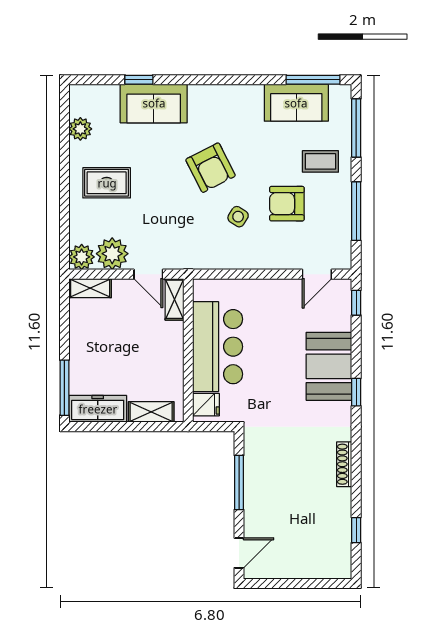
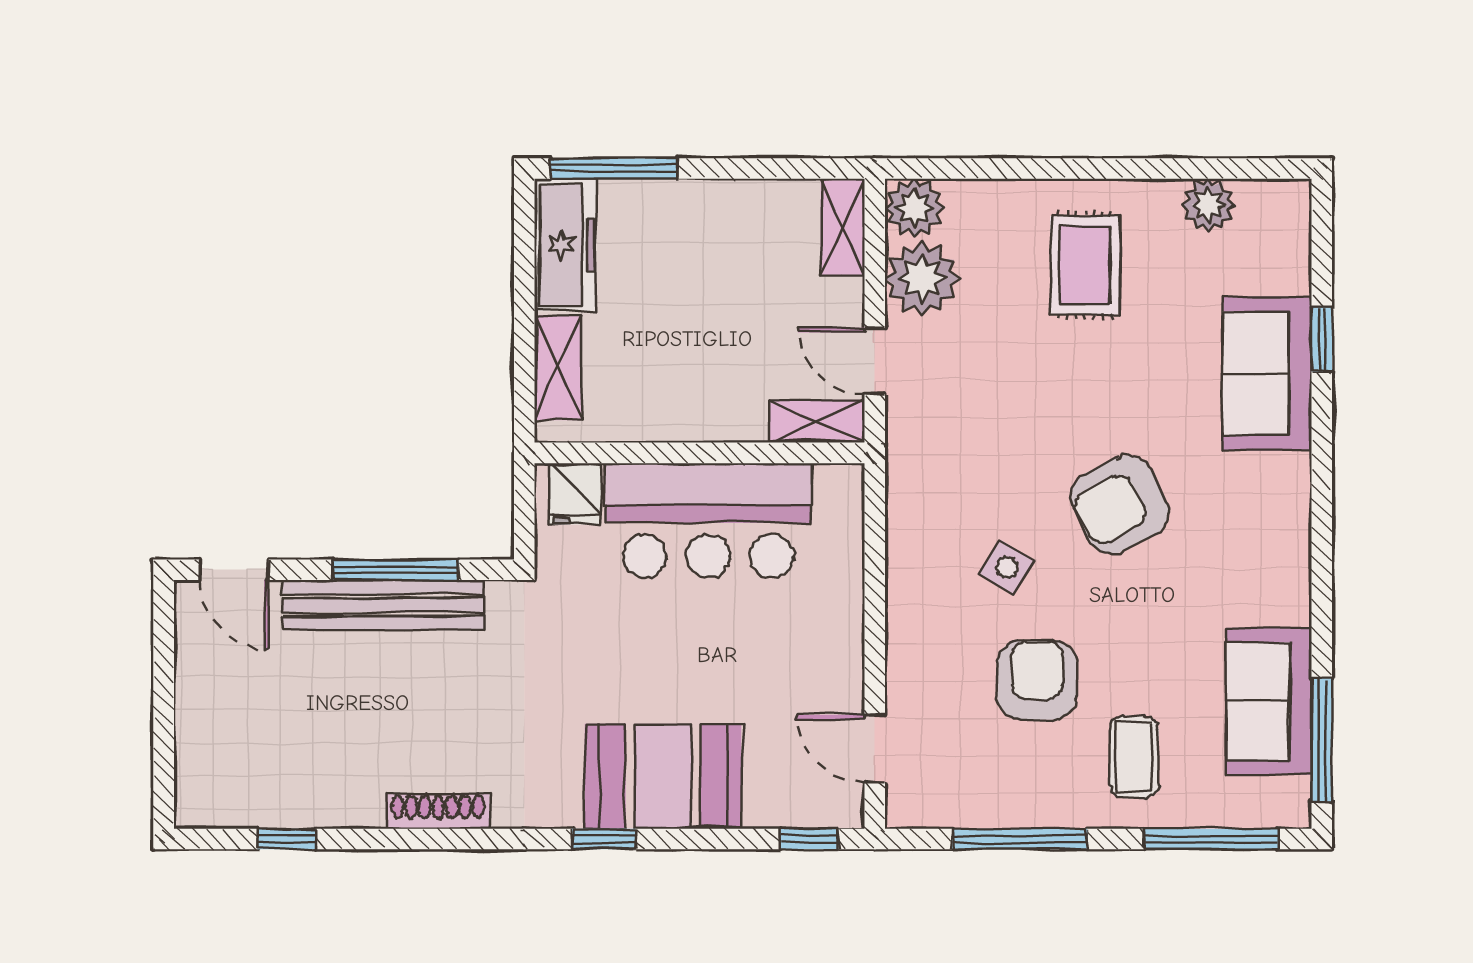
door: (148, 274) -> (875, 361), hinge flipped
bench: (254, 488) -> (383, 605), added

